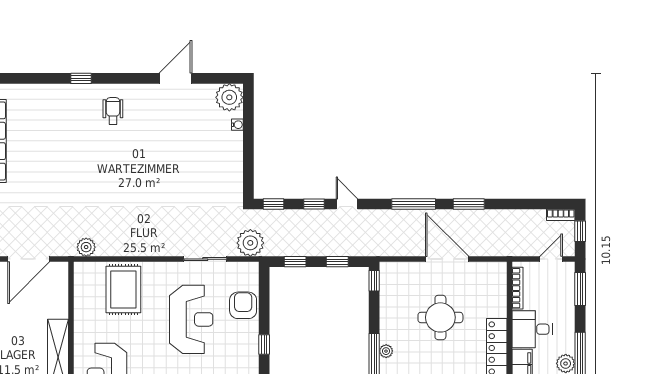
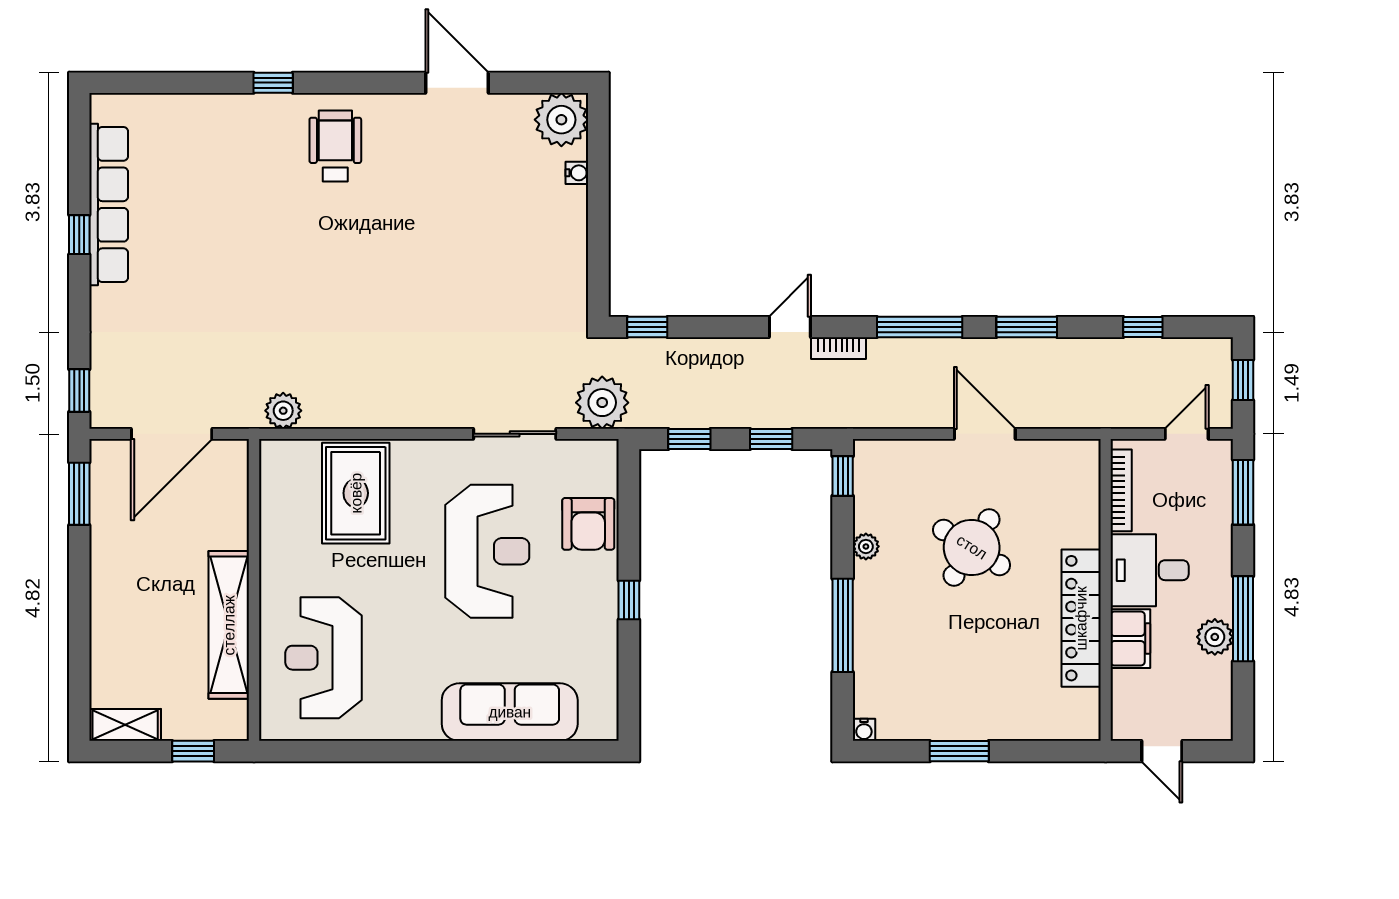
door: (176, 78) -> (457, 83), hinge flipped
wheelchair: (113, 111) -> (335, 146), width x1.36, depth x1.37
window: (314, 204) -> (1143, 327), moved
door: (347, 204) -> (790, 327), hinge flipped
bookcase: (561, 215) -> (839, 348), moved
door: (447, 259) -> (985, 434), width x0.73
armchair: (243, 305) -> (588, 524), turned 180
round table: (440, 317) -> (972, 547), turned 32
plant: (386, 351) -> (866, 546), moved

